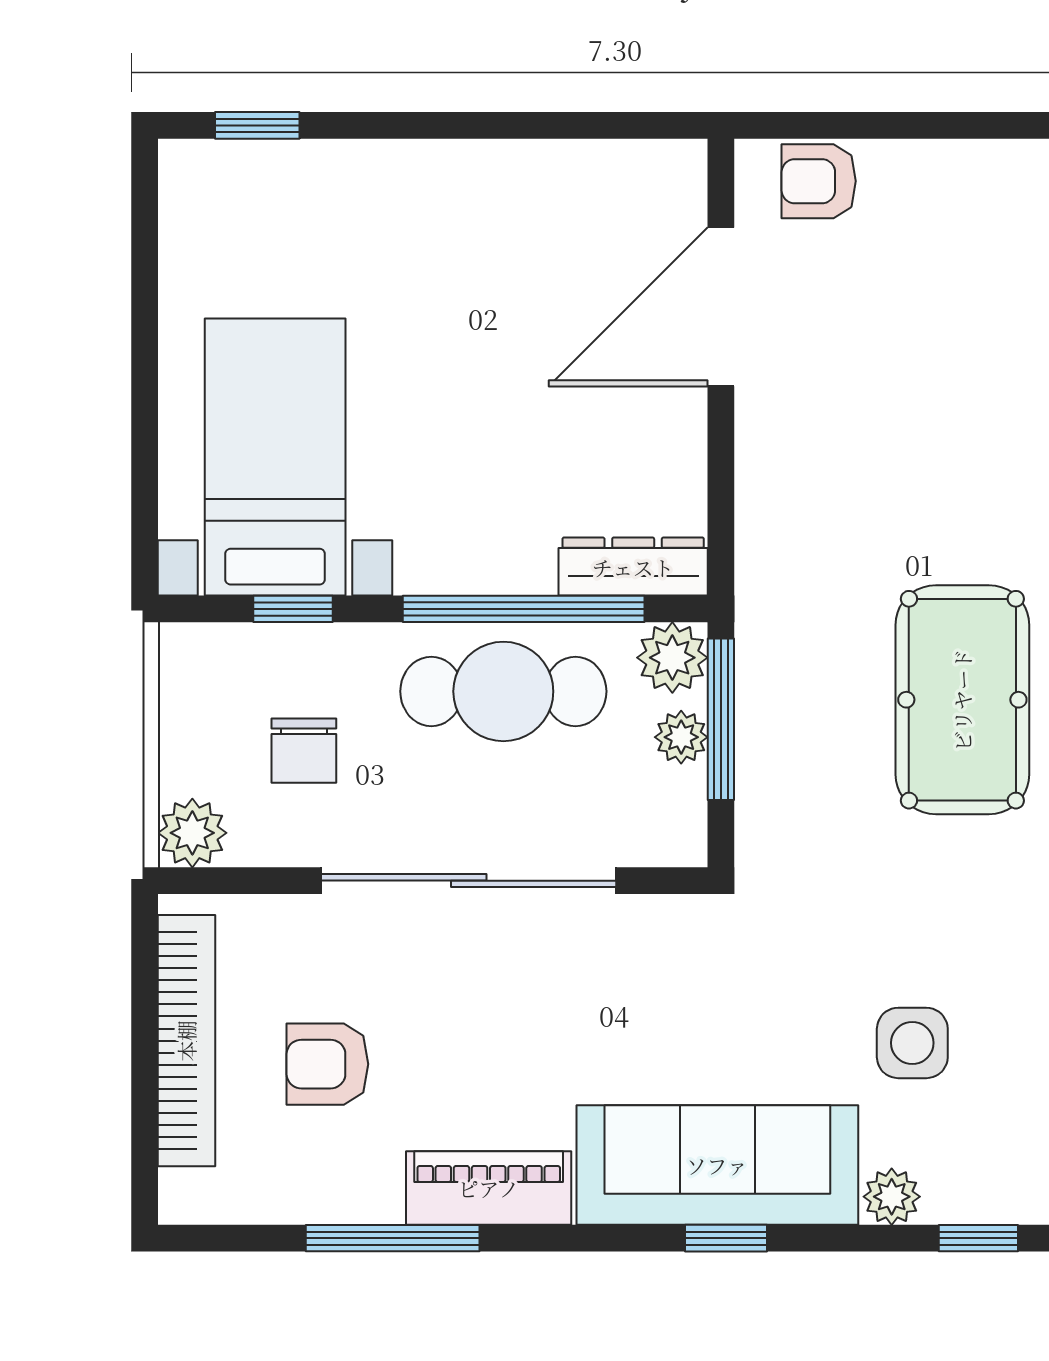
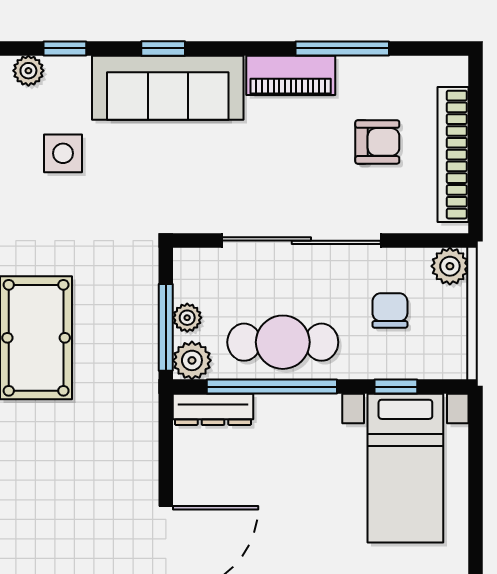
plant: (892, 1197) -> (28, 71), moved
window: (978, 1238) -> (65, 48), moved

